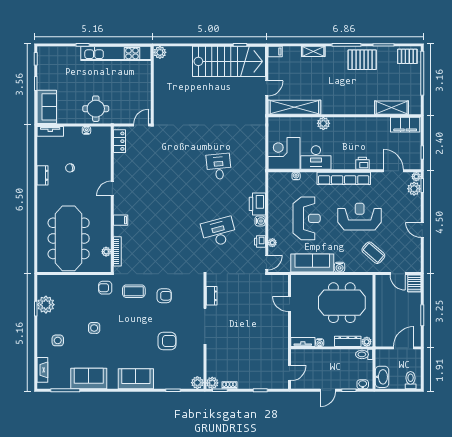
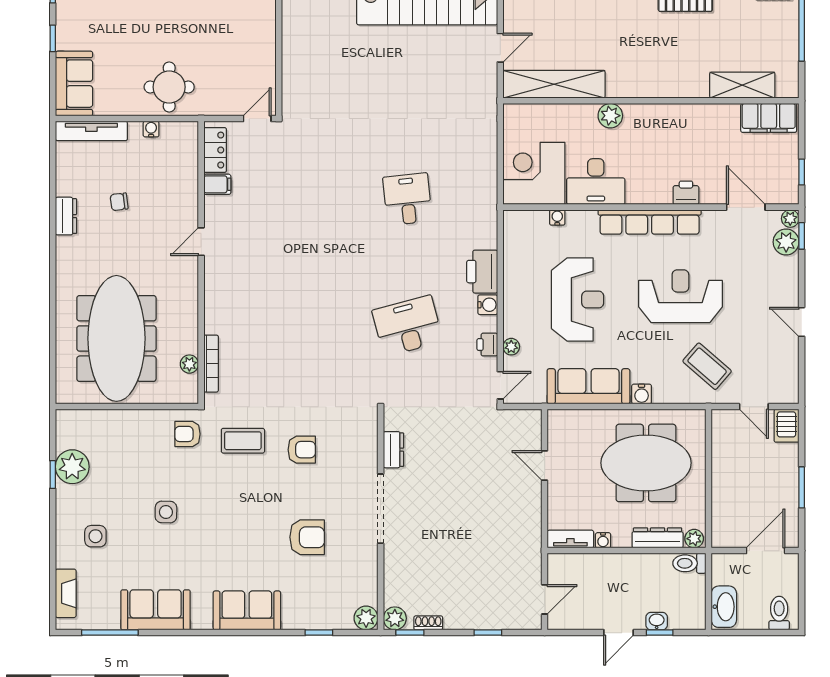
tv unit: (50, 131) -> (91, 131), width x1.41
filing cabinet: (121, 220) -> (217, 184), moved
washbasin: (363, 384) -> (657, 621), moved

